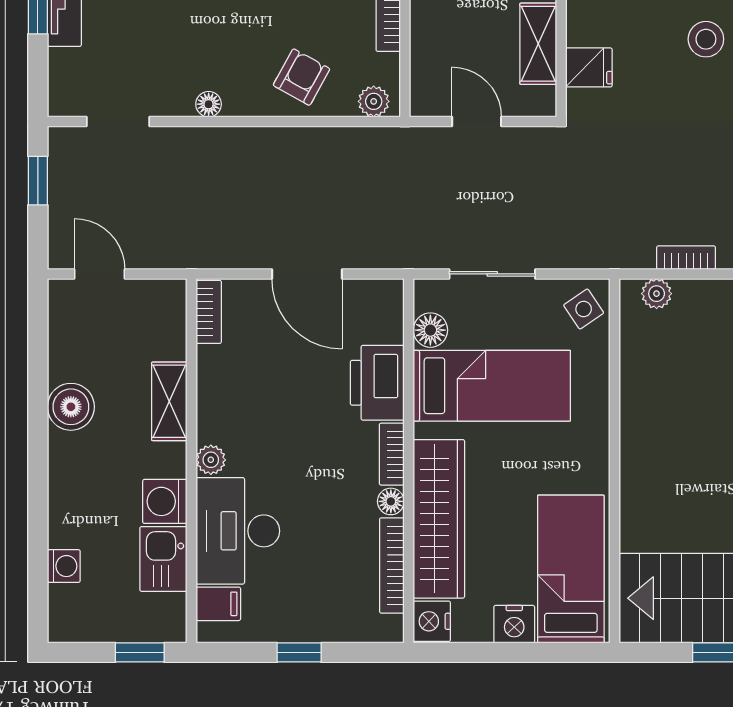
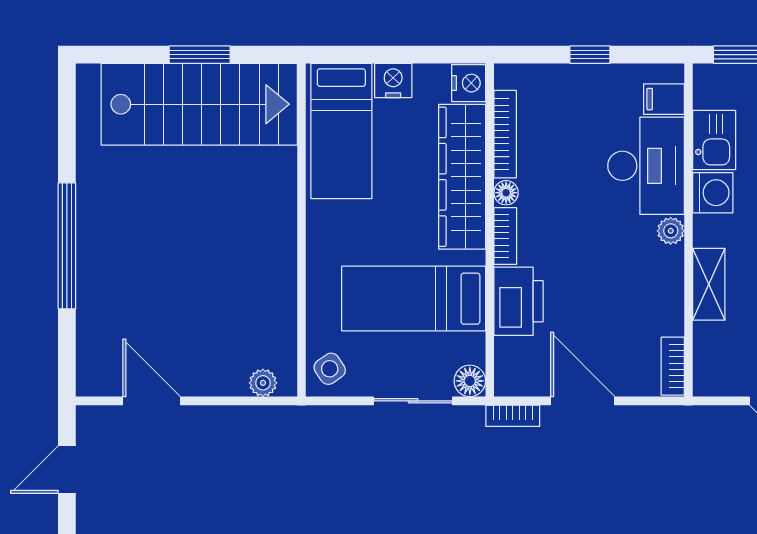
bookcase: (686, 258) -> (513, 416), moved
floor lamp: (430, 330) -> (470, 381), moved

